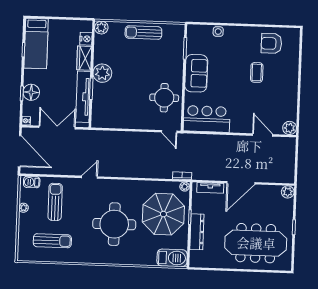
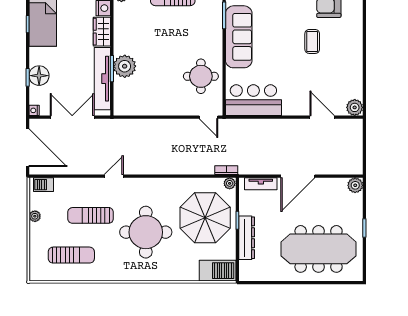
plant: (102, 73) -> (125, 66), moved
sofa: (196, 73) -> (239, 37), width x1.36
sun lounger: (55, 202) -> (91, 215), moved, turned -90

